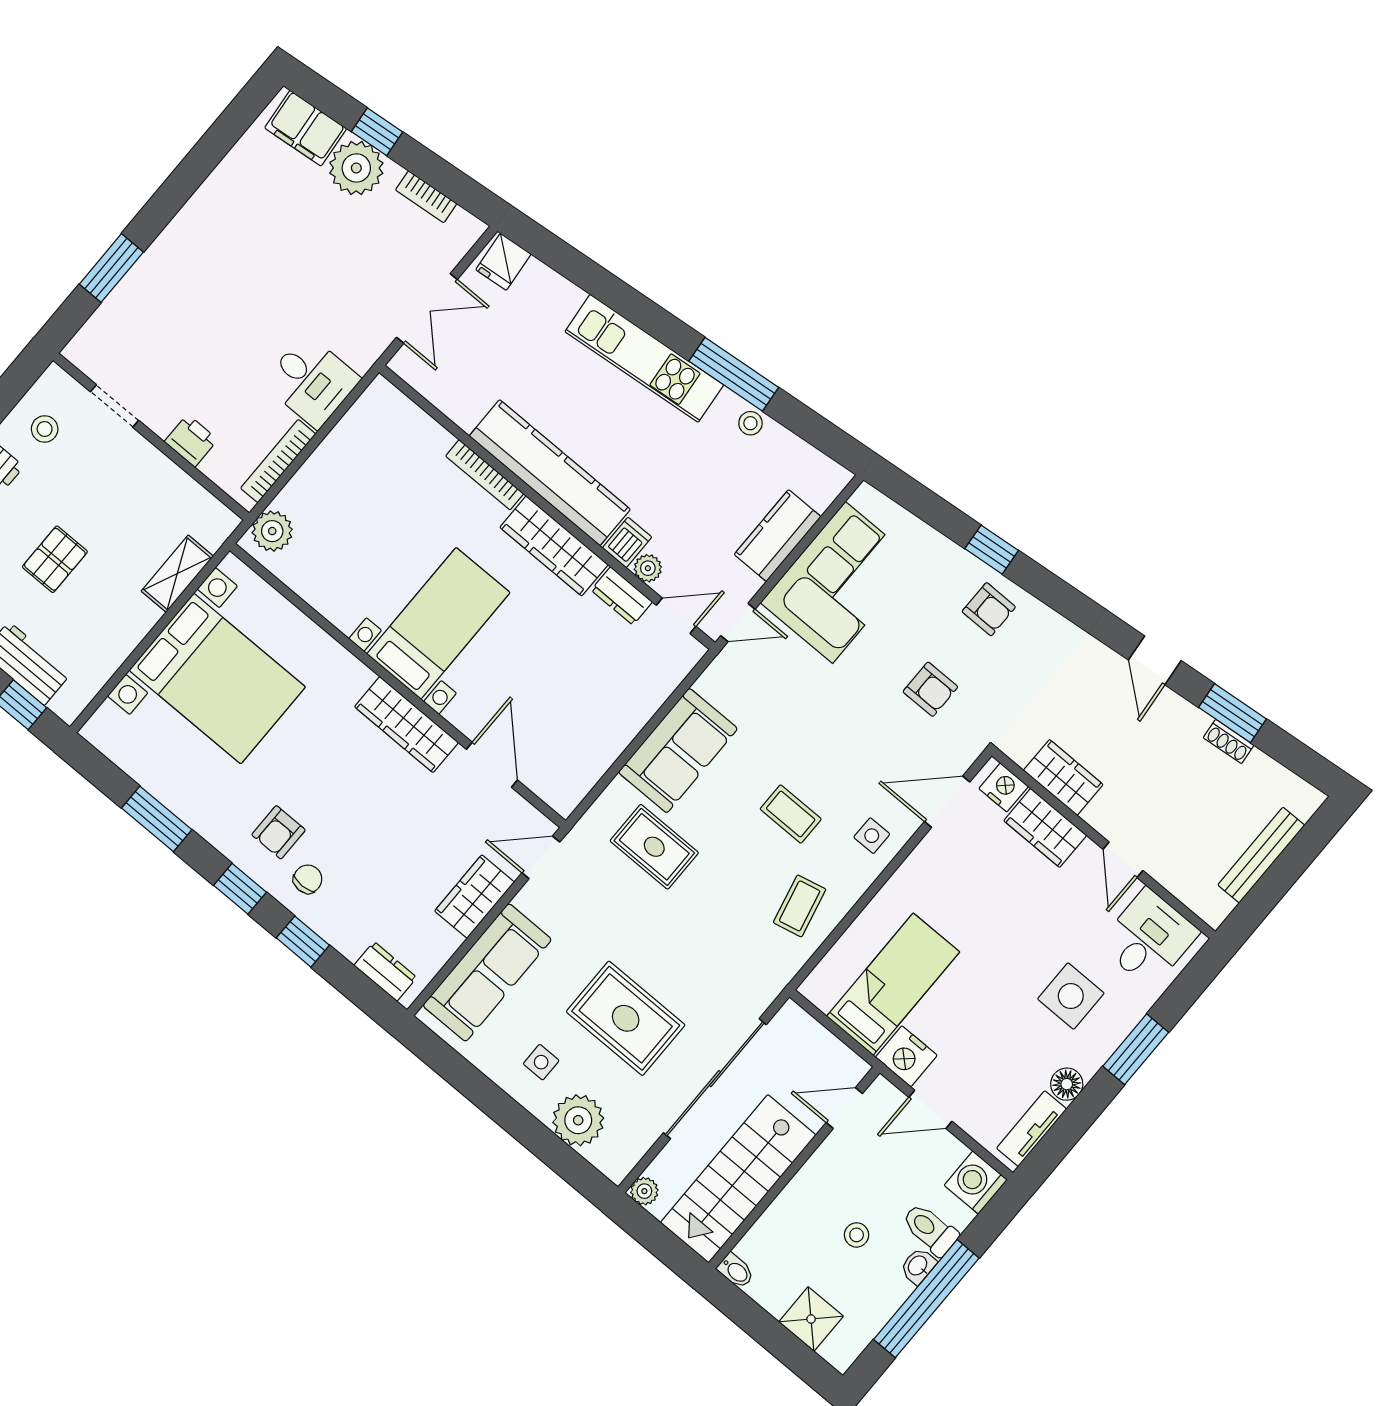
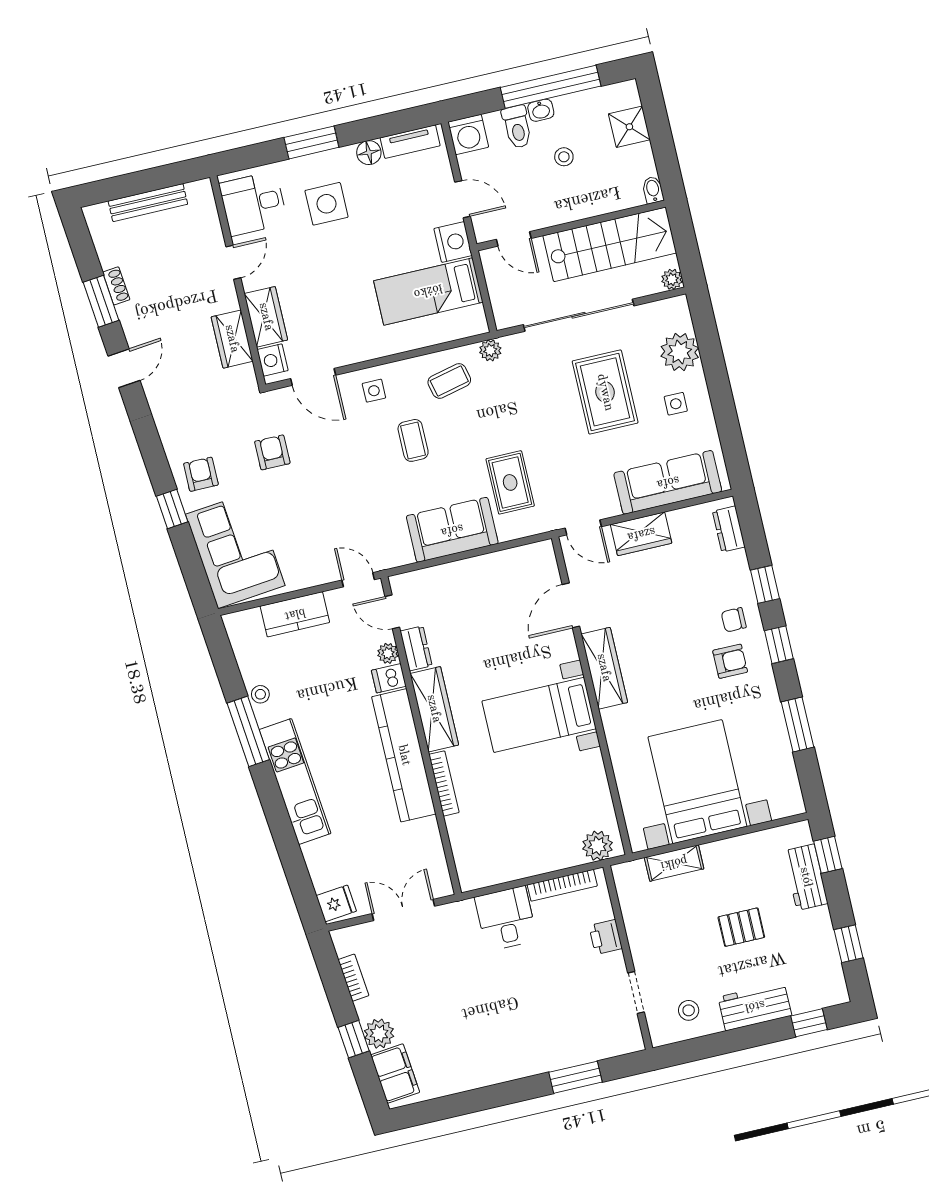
plant: (356, 168) -> (379, 1034), width x0.73, depth x0.73
corner sofa: (839, 582) -> (235, 550), moved, turned 84
plant: (780, 971) -> (490, 350), added

